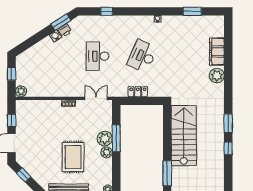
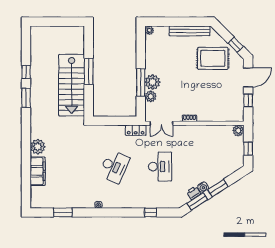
window: (41, 35) -> (218, 188), added
locker: (138, 92) -> (136, 130), moved
plant: (107, 152) -> (151, 96), moved
rug: (73, 157) -> (213, 58), moved, turned 90
window: (167, 173) -> (89, 71), moved

